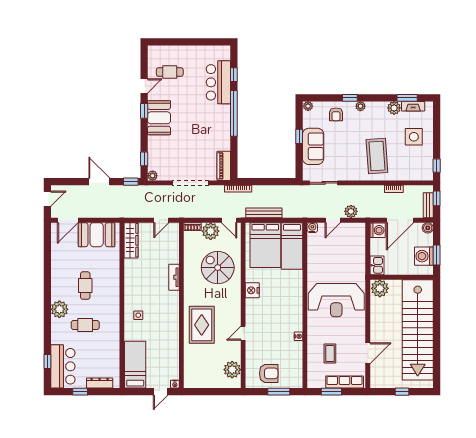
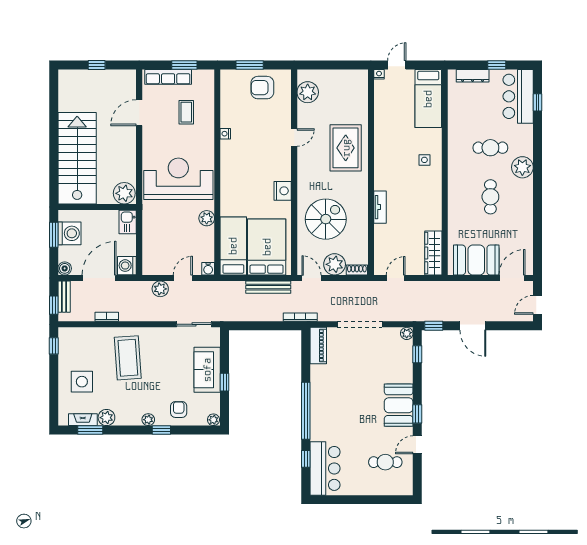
bar counter: (218, 82) -> (325, 468), moved
spiral stairs: (218, 268) -> (326, 219), turned -90
plant: (313, 268) -> (207, 218), added
stairs: (418, 330) -> (77, 158), width x0.73

